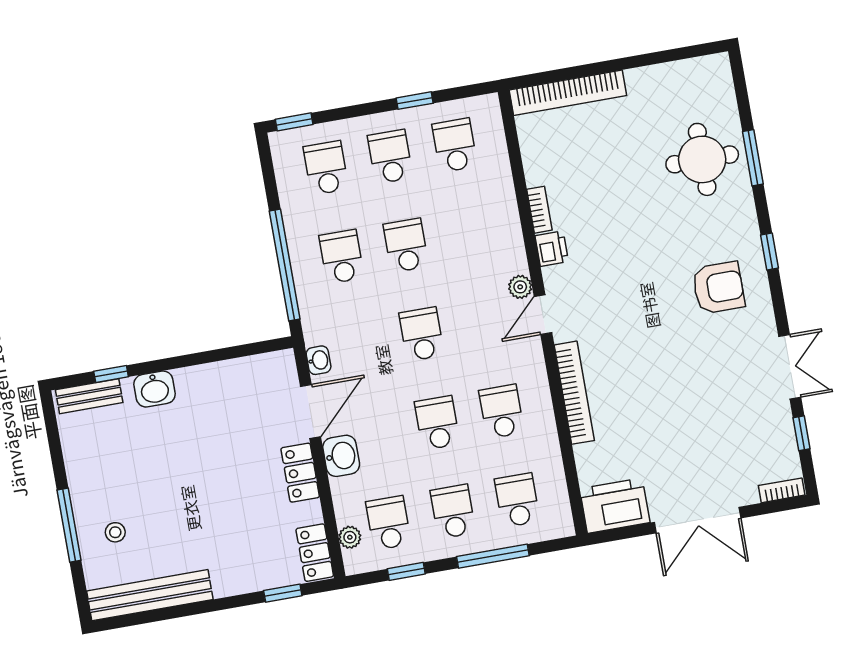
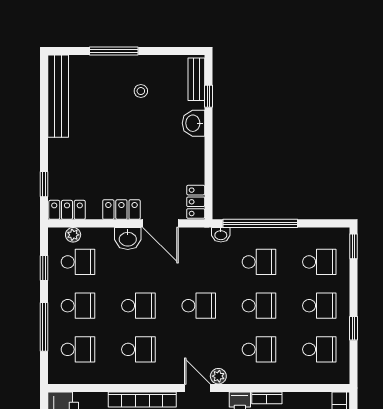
school desk: (470, 234) -> (259, 349), added
washbasin: (319, 360) -> (221, 235), moved
locker: (270, 365) -> (196, 202), added
stool: (115, 532) -> (141, 91), moved

